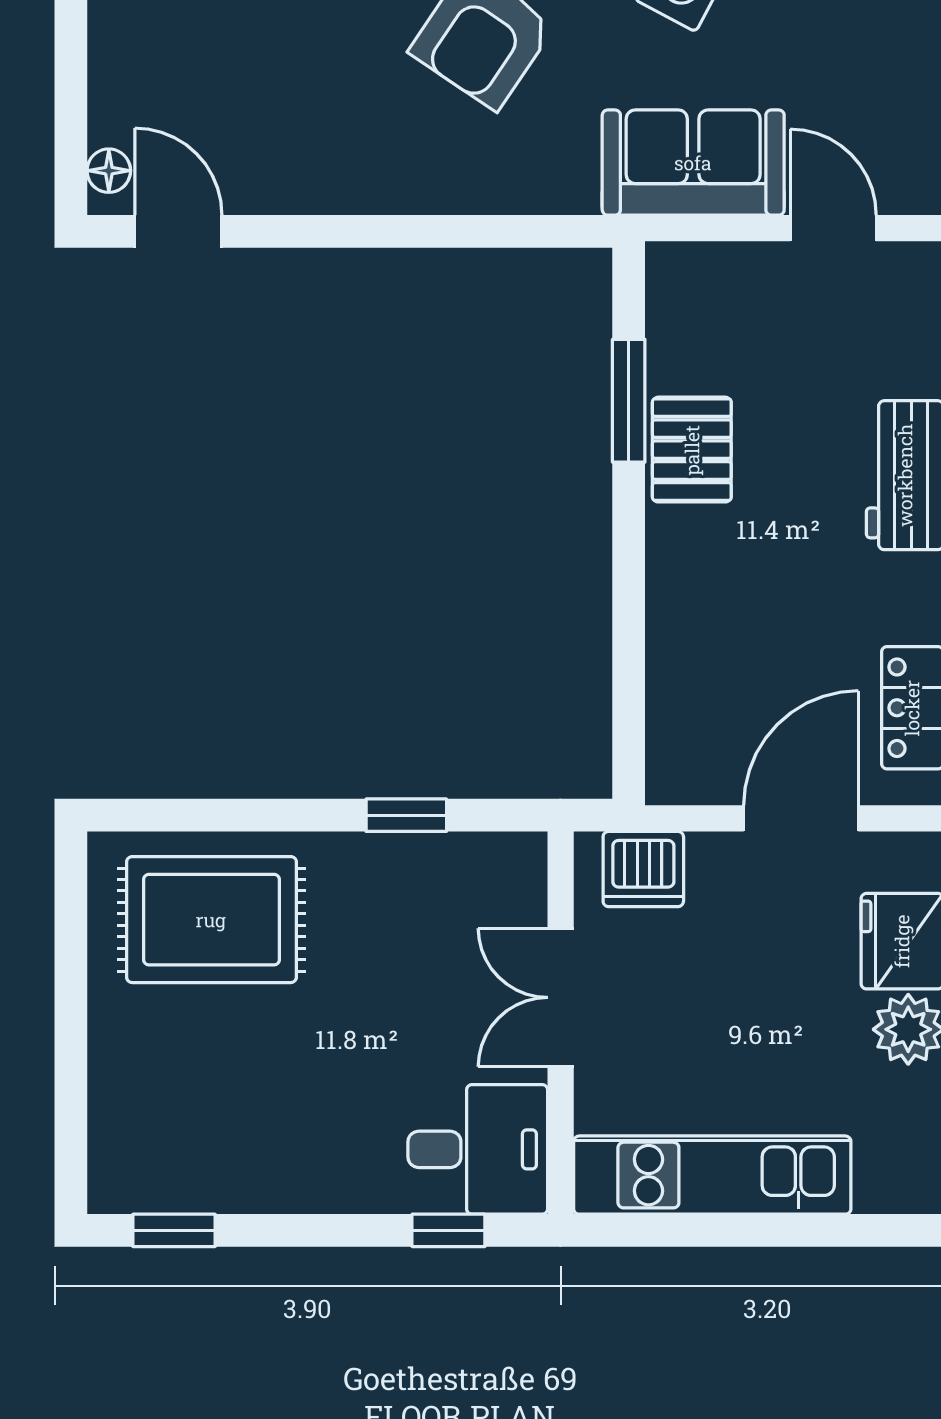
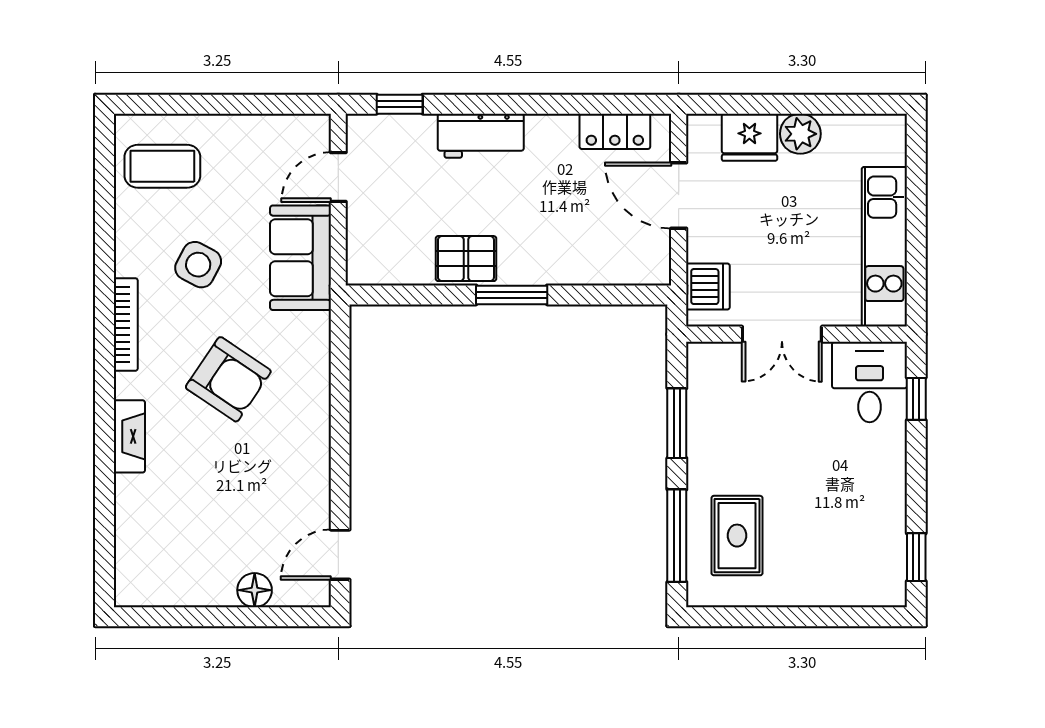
floor lamp: (109, 171) -> (255, 590), moved, width x1.37, depth x1.37
window: (629, 401) -> (512, 295), moved
window: (211, 815) -> (677, 536), added
window: (406, 815) -> (677, 423), width x1.50
rug: (211, 920) -> (737, 536), width x0.73, depth x0.70

